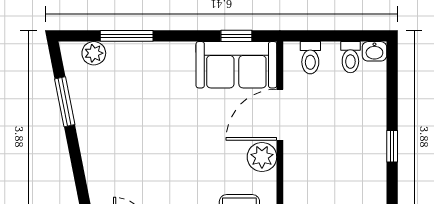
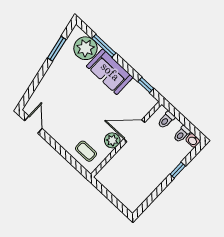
plant: (94, 53) -> (86, 48), width x1.87, depth x1.87
sofa: (236, 65) -> (110, 72), moved
window: (392, 146) -> (178, 170), moved

